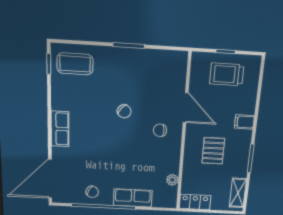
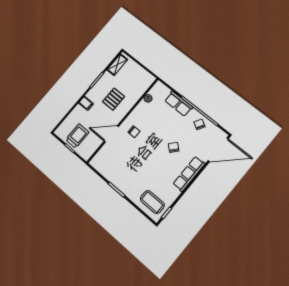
trolley: (227, 74) -> (77, 136), turned -90
door: (186, 108) -> (111, 134), hinge flipped
chair: (124, 111) -> (174, 147), moved
row of seats: (60, 129) -> (189, 174), width x1.48
locker: (195, 202) -> (145, 76), removed

